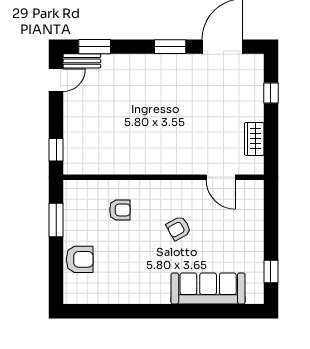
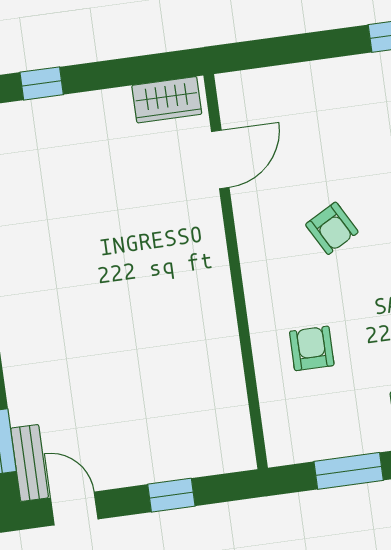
wardrobe: (254, 139) -> (167, 100), moved
window: (56, 150) -> (171, 495), moved

